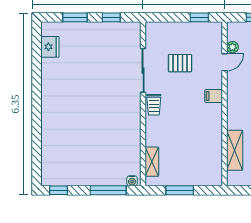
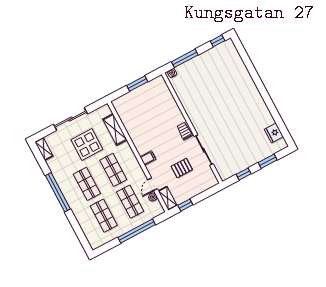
shelving: (152, 162) -> (168, 198), moved

